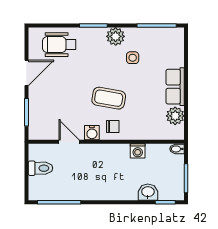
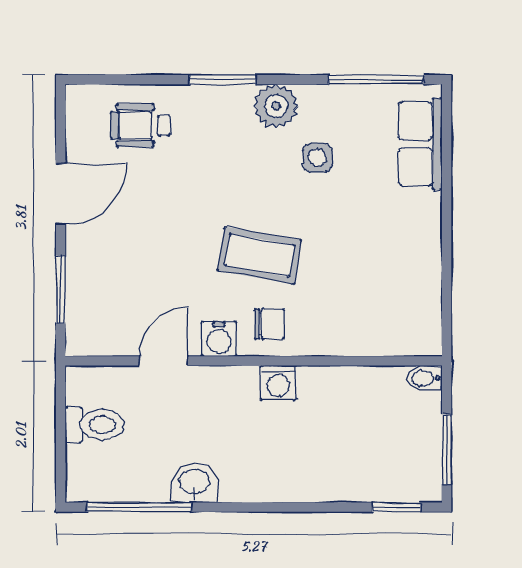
wheelchair: (59, 45) -> (140, 126), width x0.73, depth x0.73
row of seats: (175, 87) -> (420, 144), moved
plant: (175, 116) -> (420, 298), removed
door: (69, 142) -> (164, 361), hinge flipped
washing machine: (138, 151) -> (278, 383), moved
washbasin: (148, 192) -> (195, 483), moved

